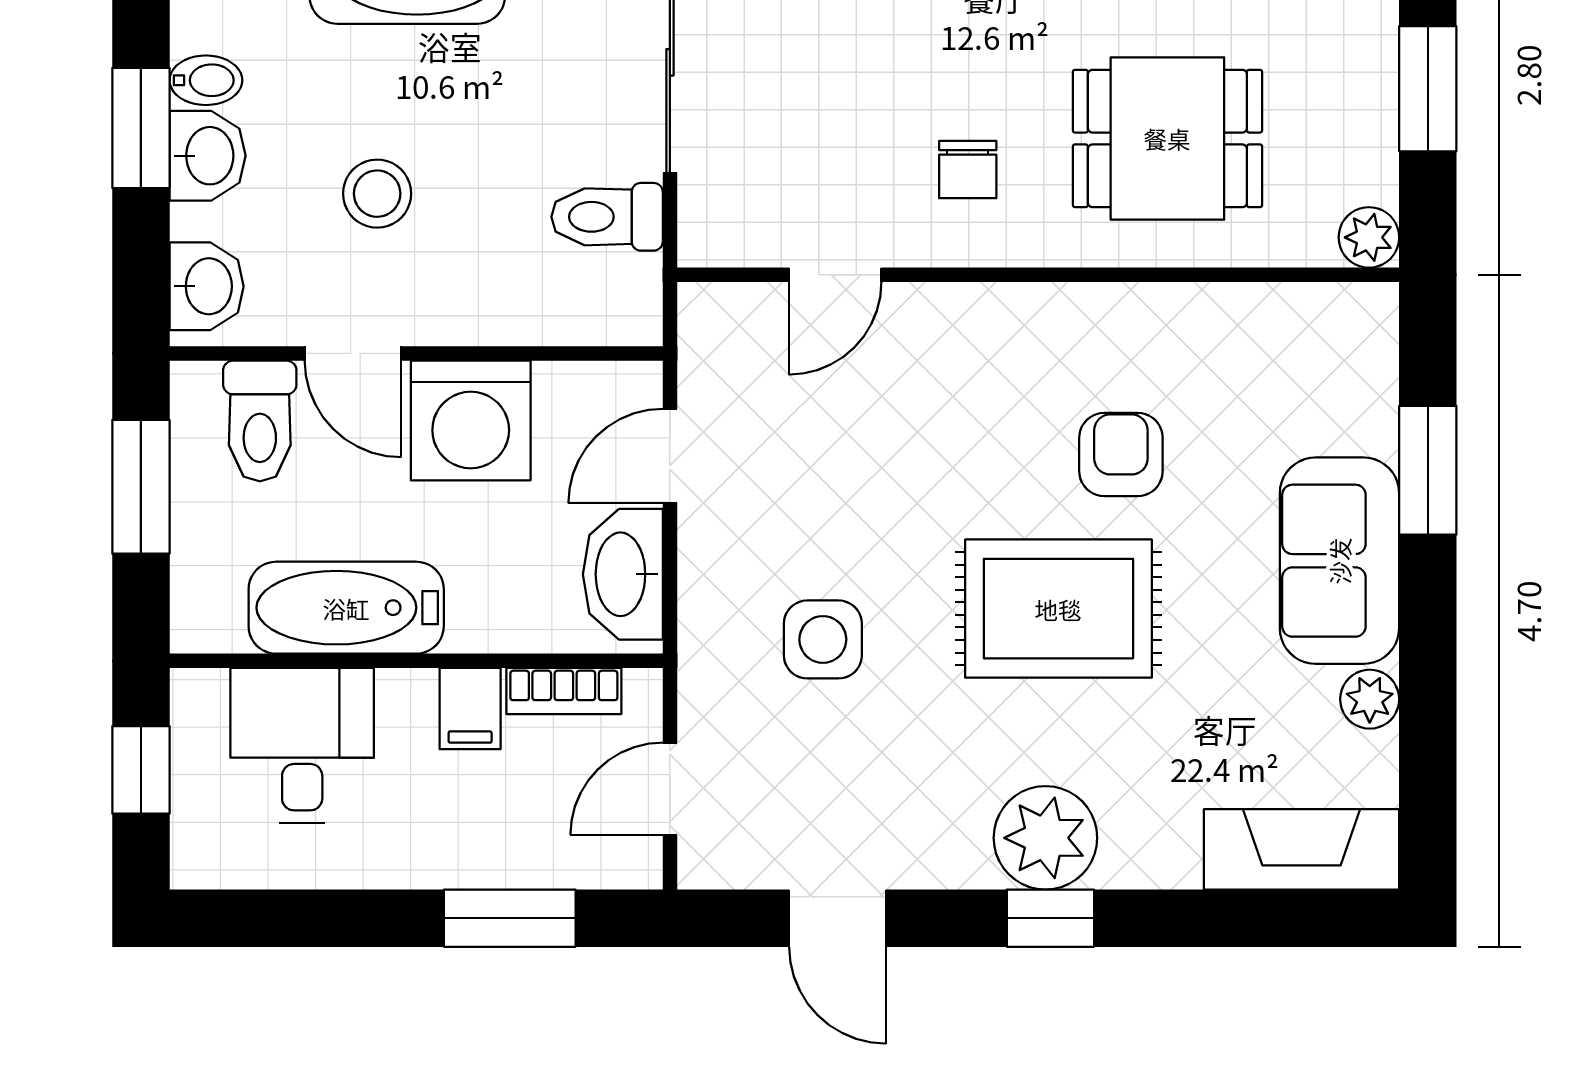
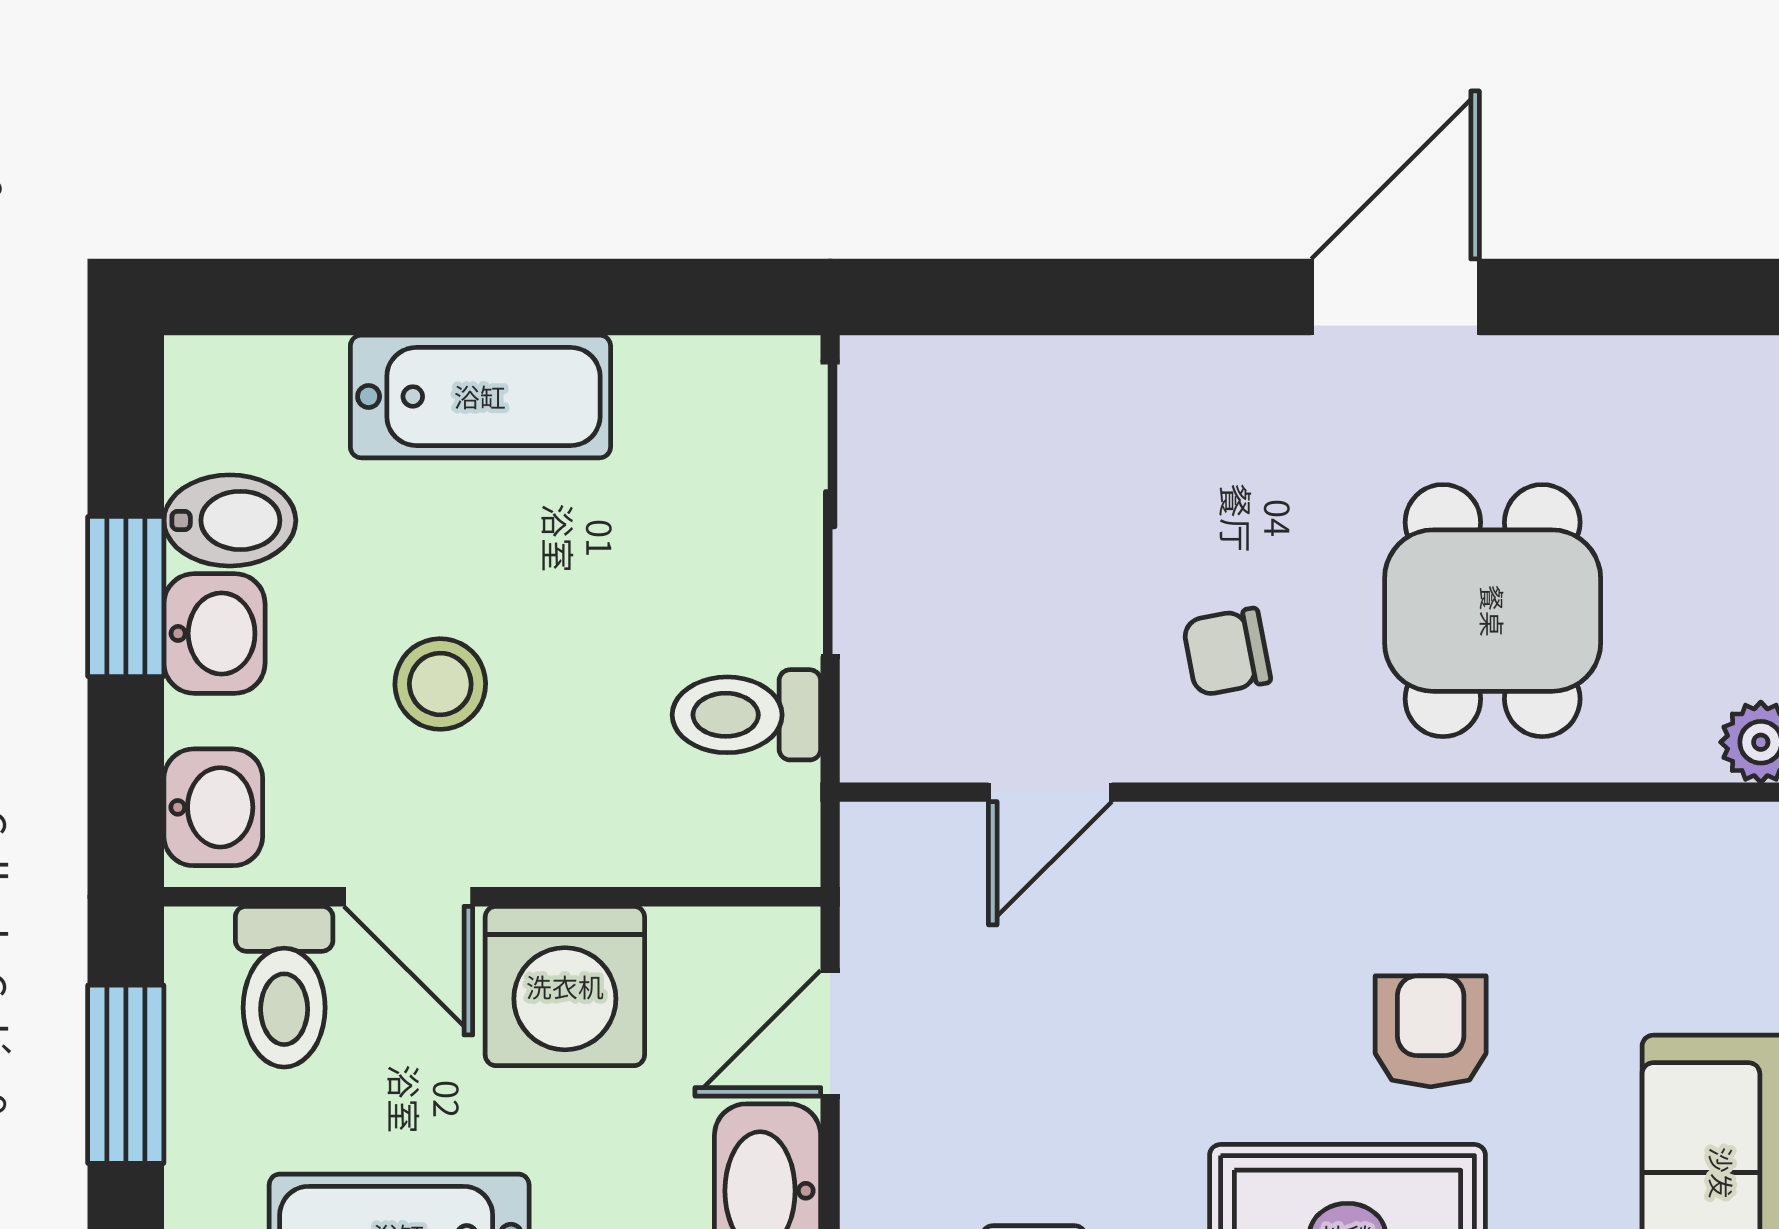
bidet: (206, 80) -> (230, 520), width x1.38, depth x1.36
dining table: (1167, 138) -> (1493, 611), turned 90
chair: (968, 170) -> (1227, 652), turned 79

